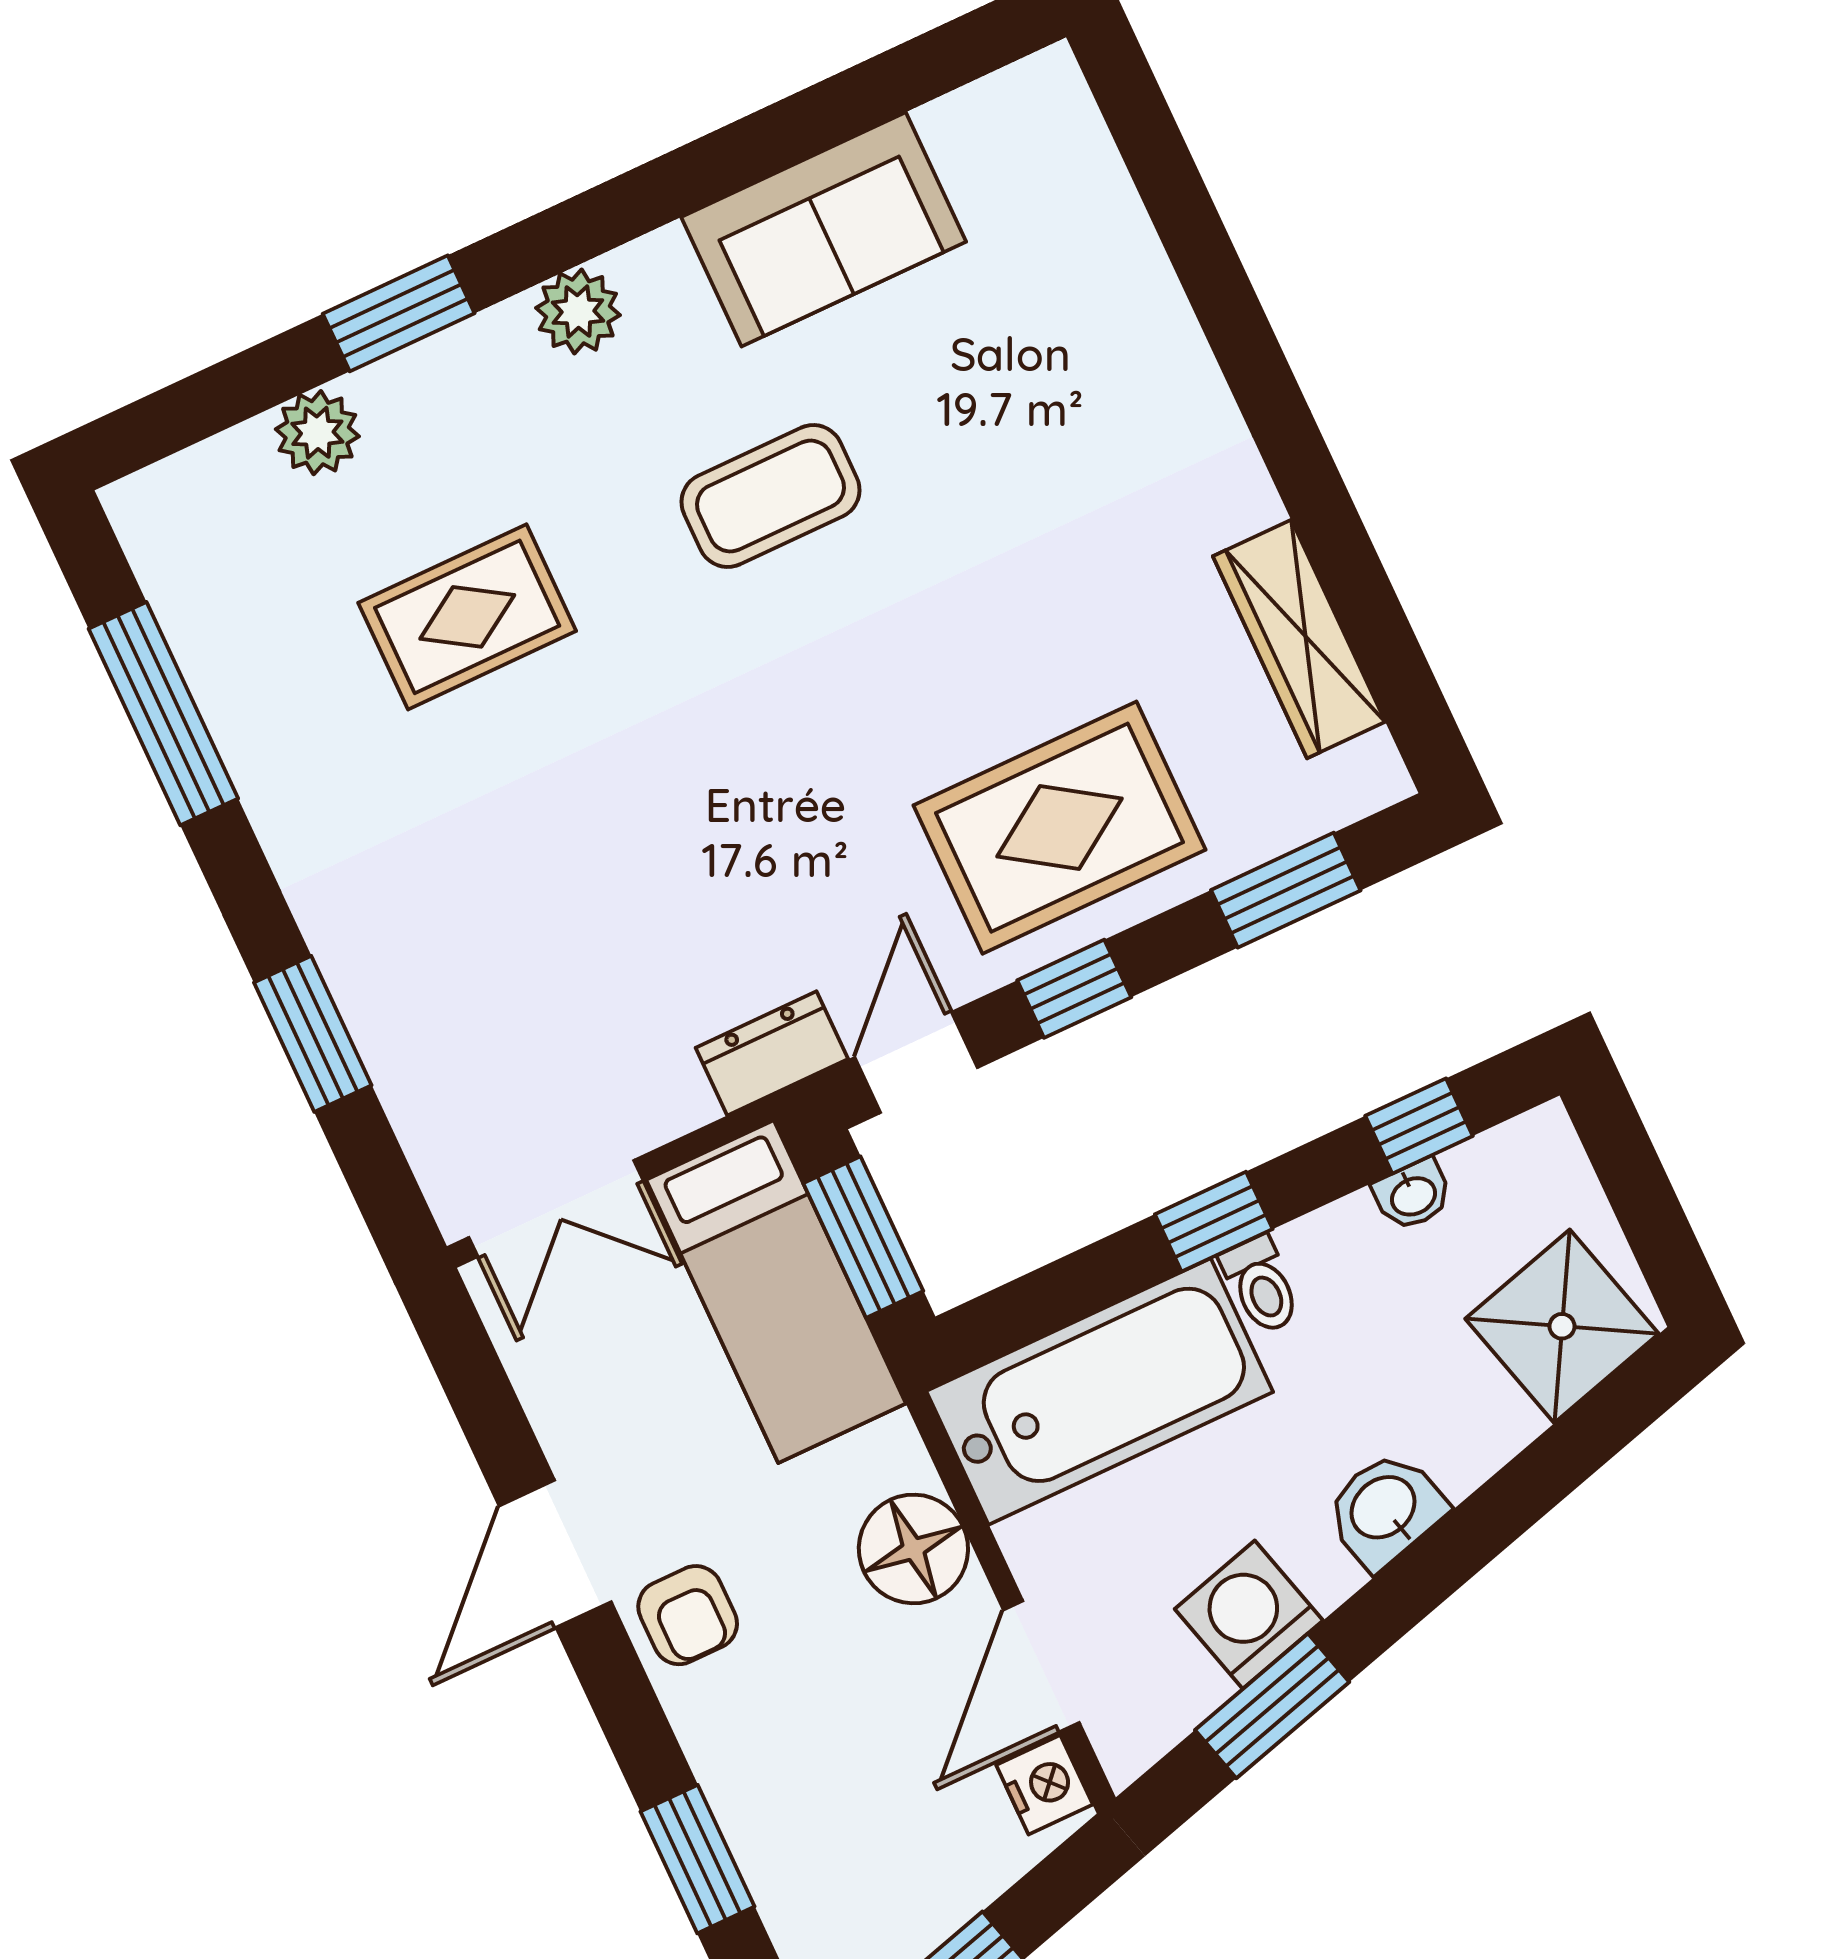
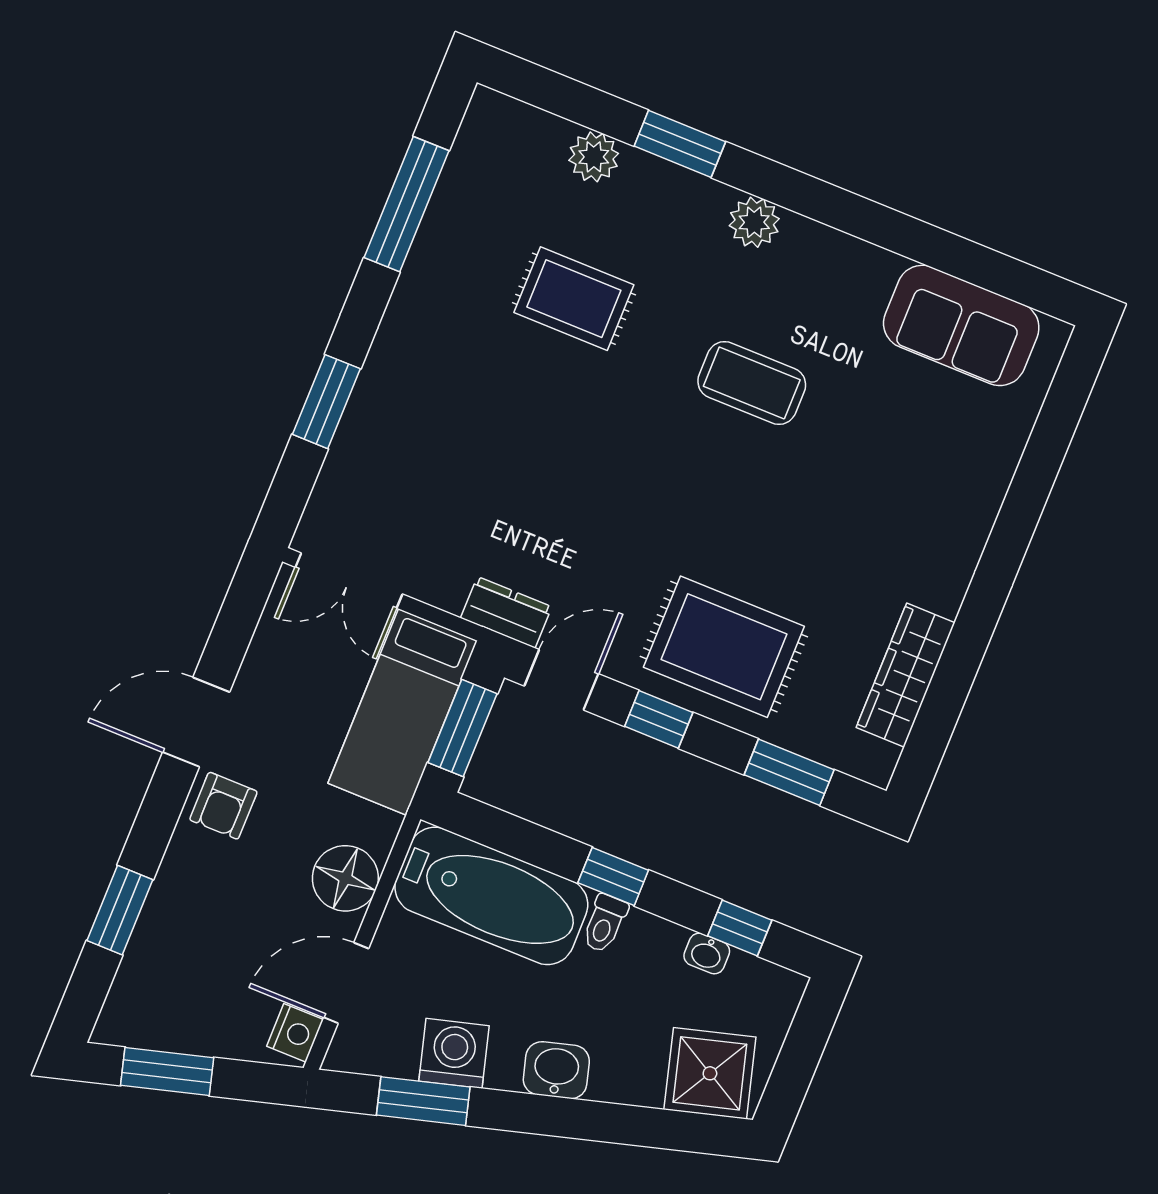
sofa: (824, 229) -> (961, 325), moved

